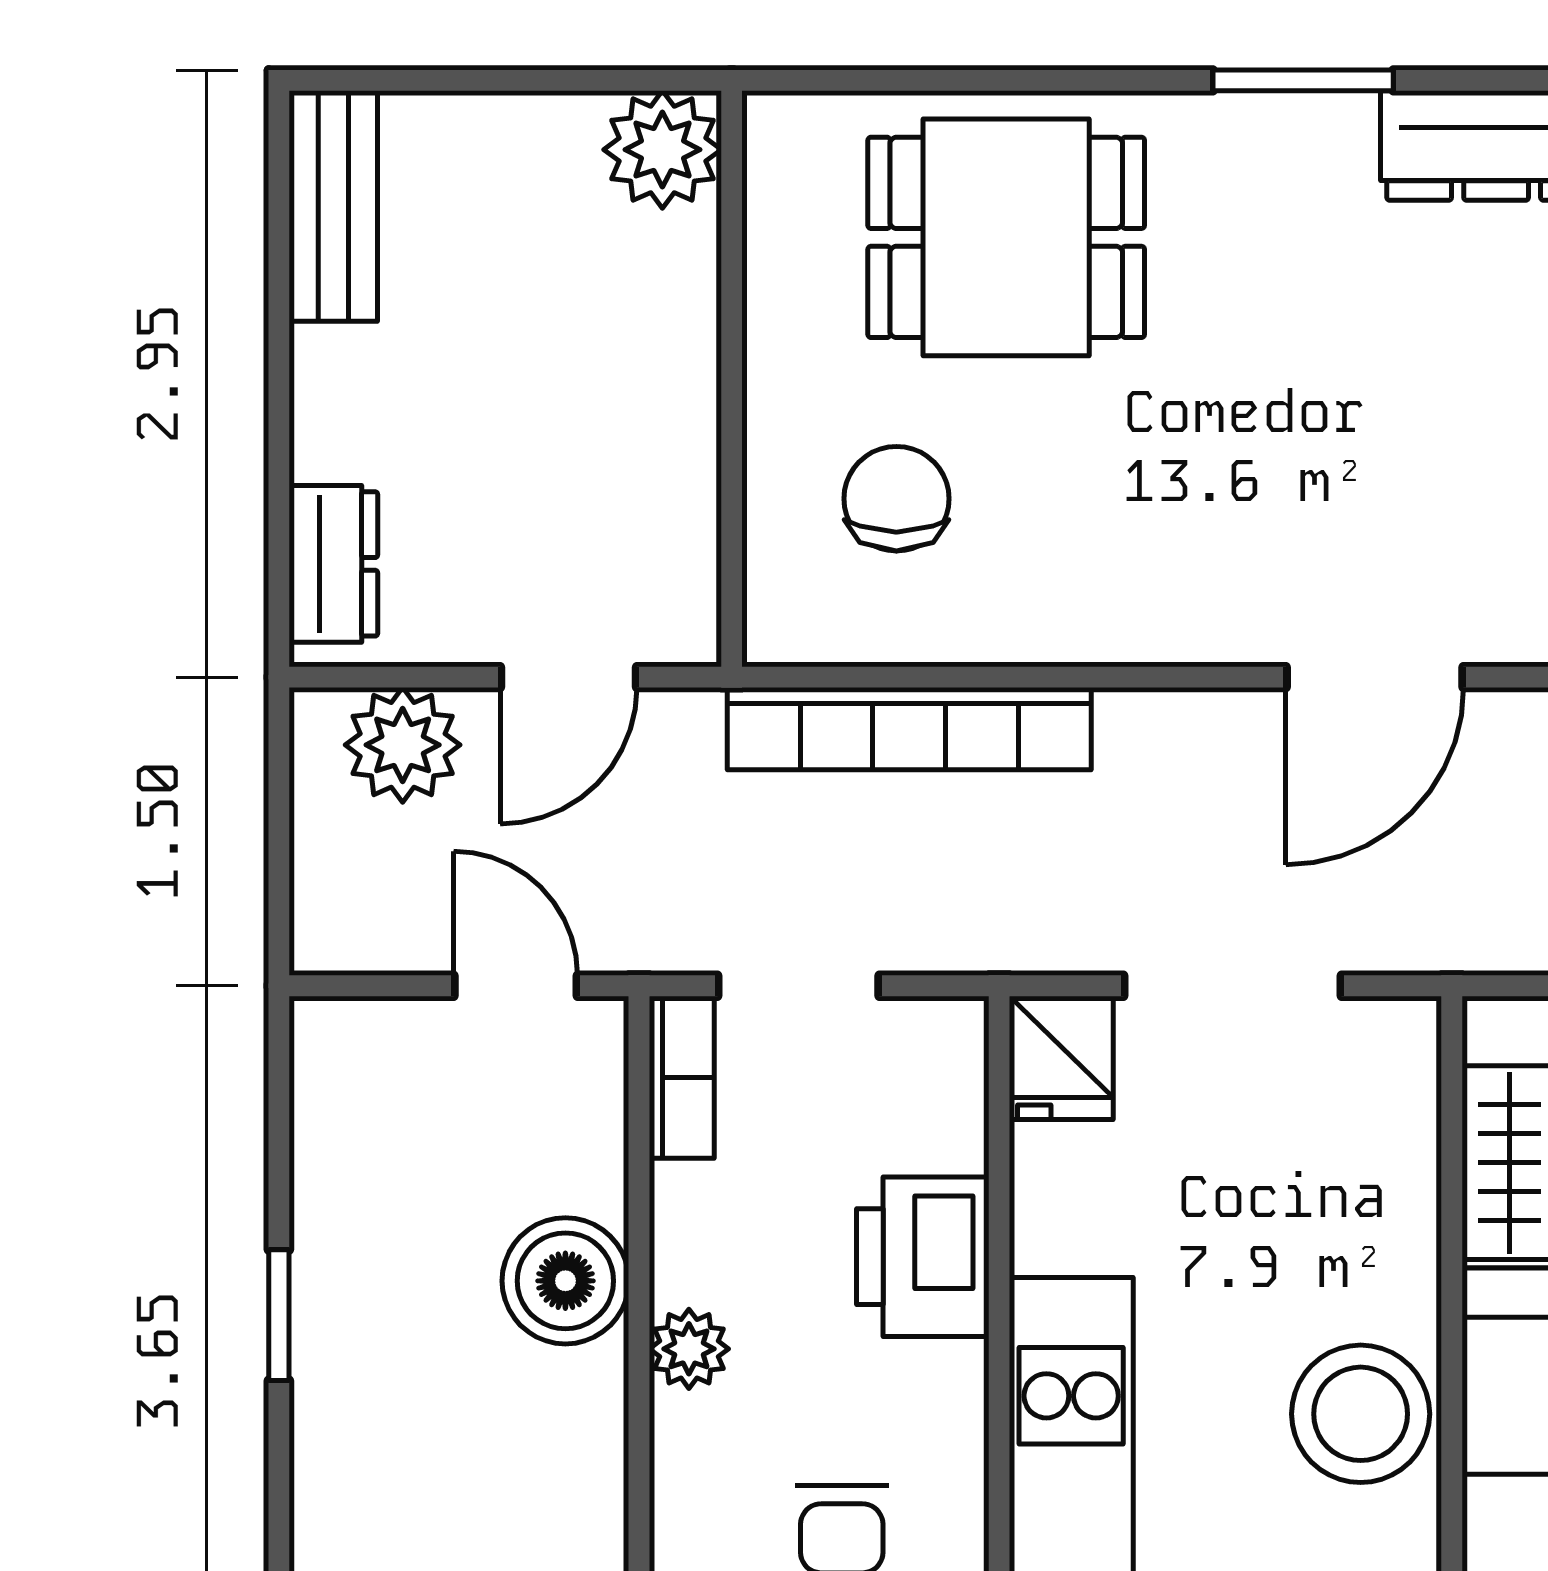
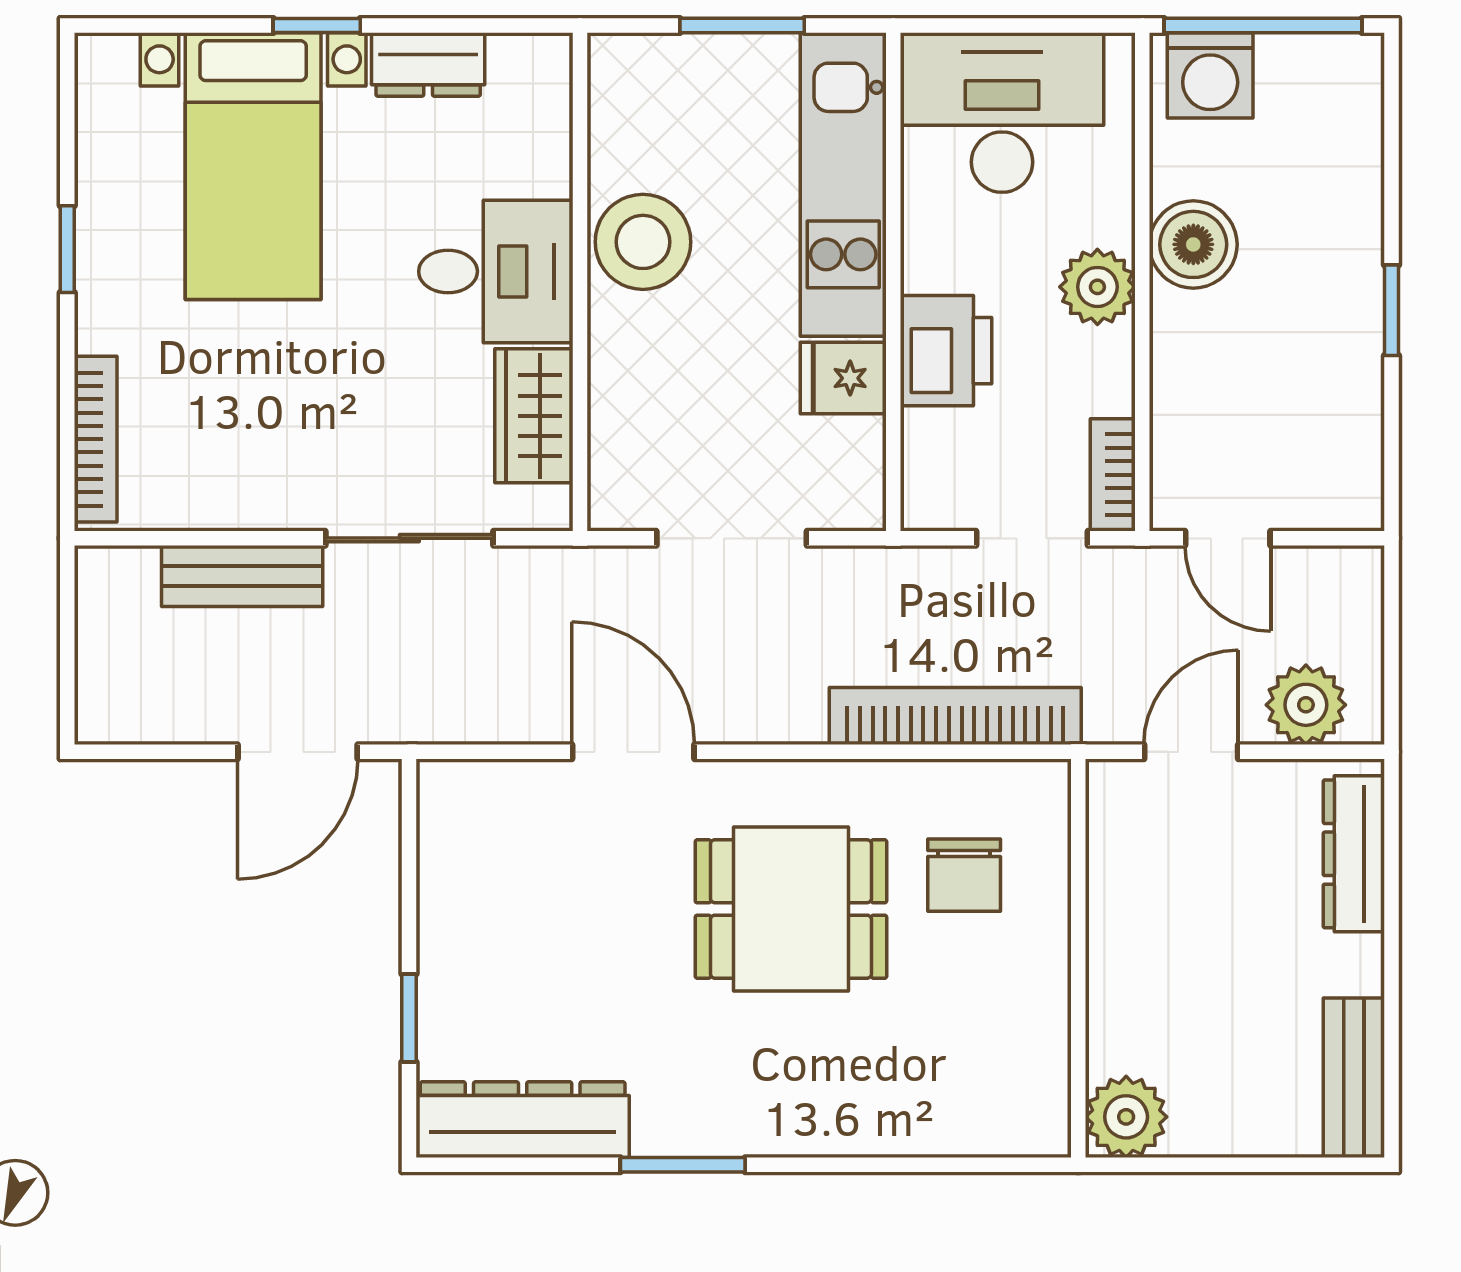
dining table: (1006, 237) -> (791, 909), moved
dresser: (333, 564) -> (1354, 854), width x1.44
door: (1375, 677) -> (633, 752), hinge flipped
fridge: (1061, 1058) -> (843, 378), moved, turned -90
boiler: (565, 1281) -> (1193, 244), moved
plant: (689, 1349) -> (1097, 287), width x1.38, depth x1.38

